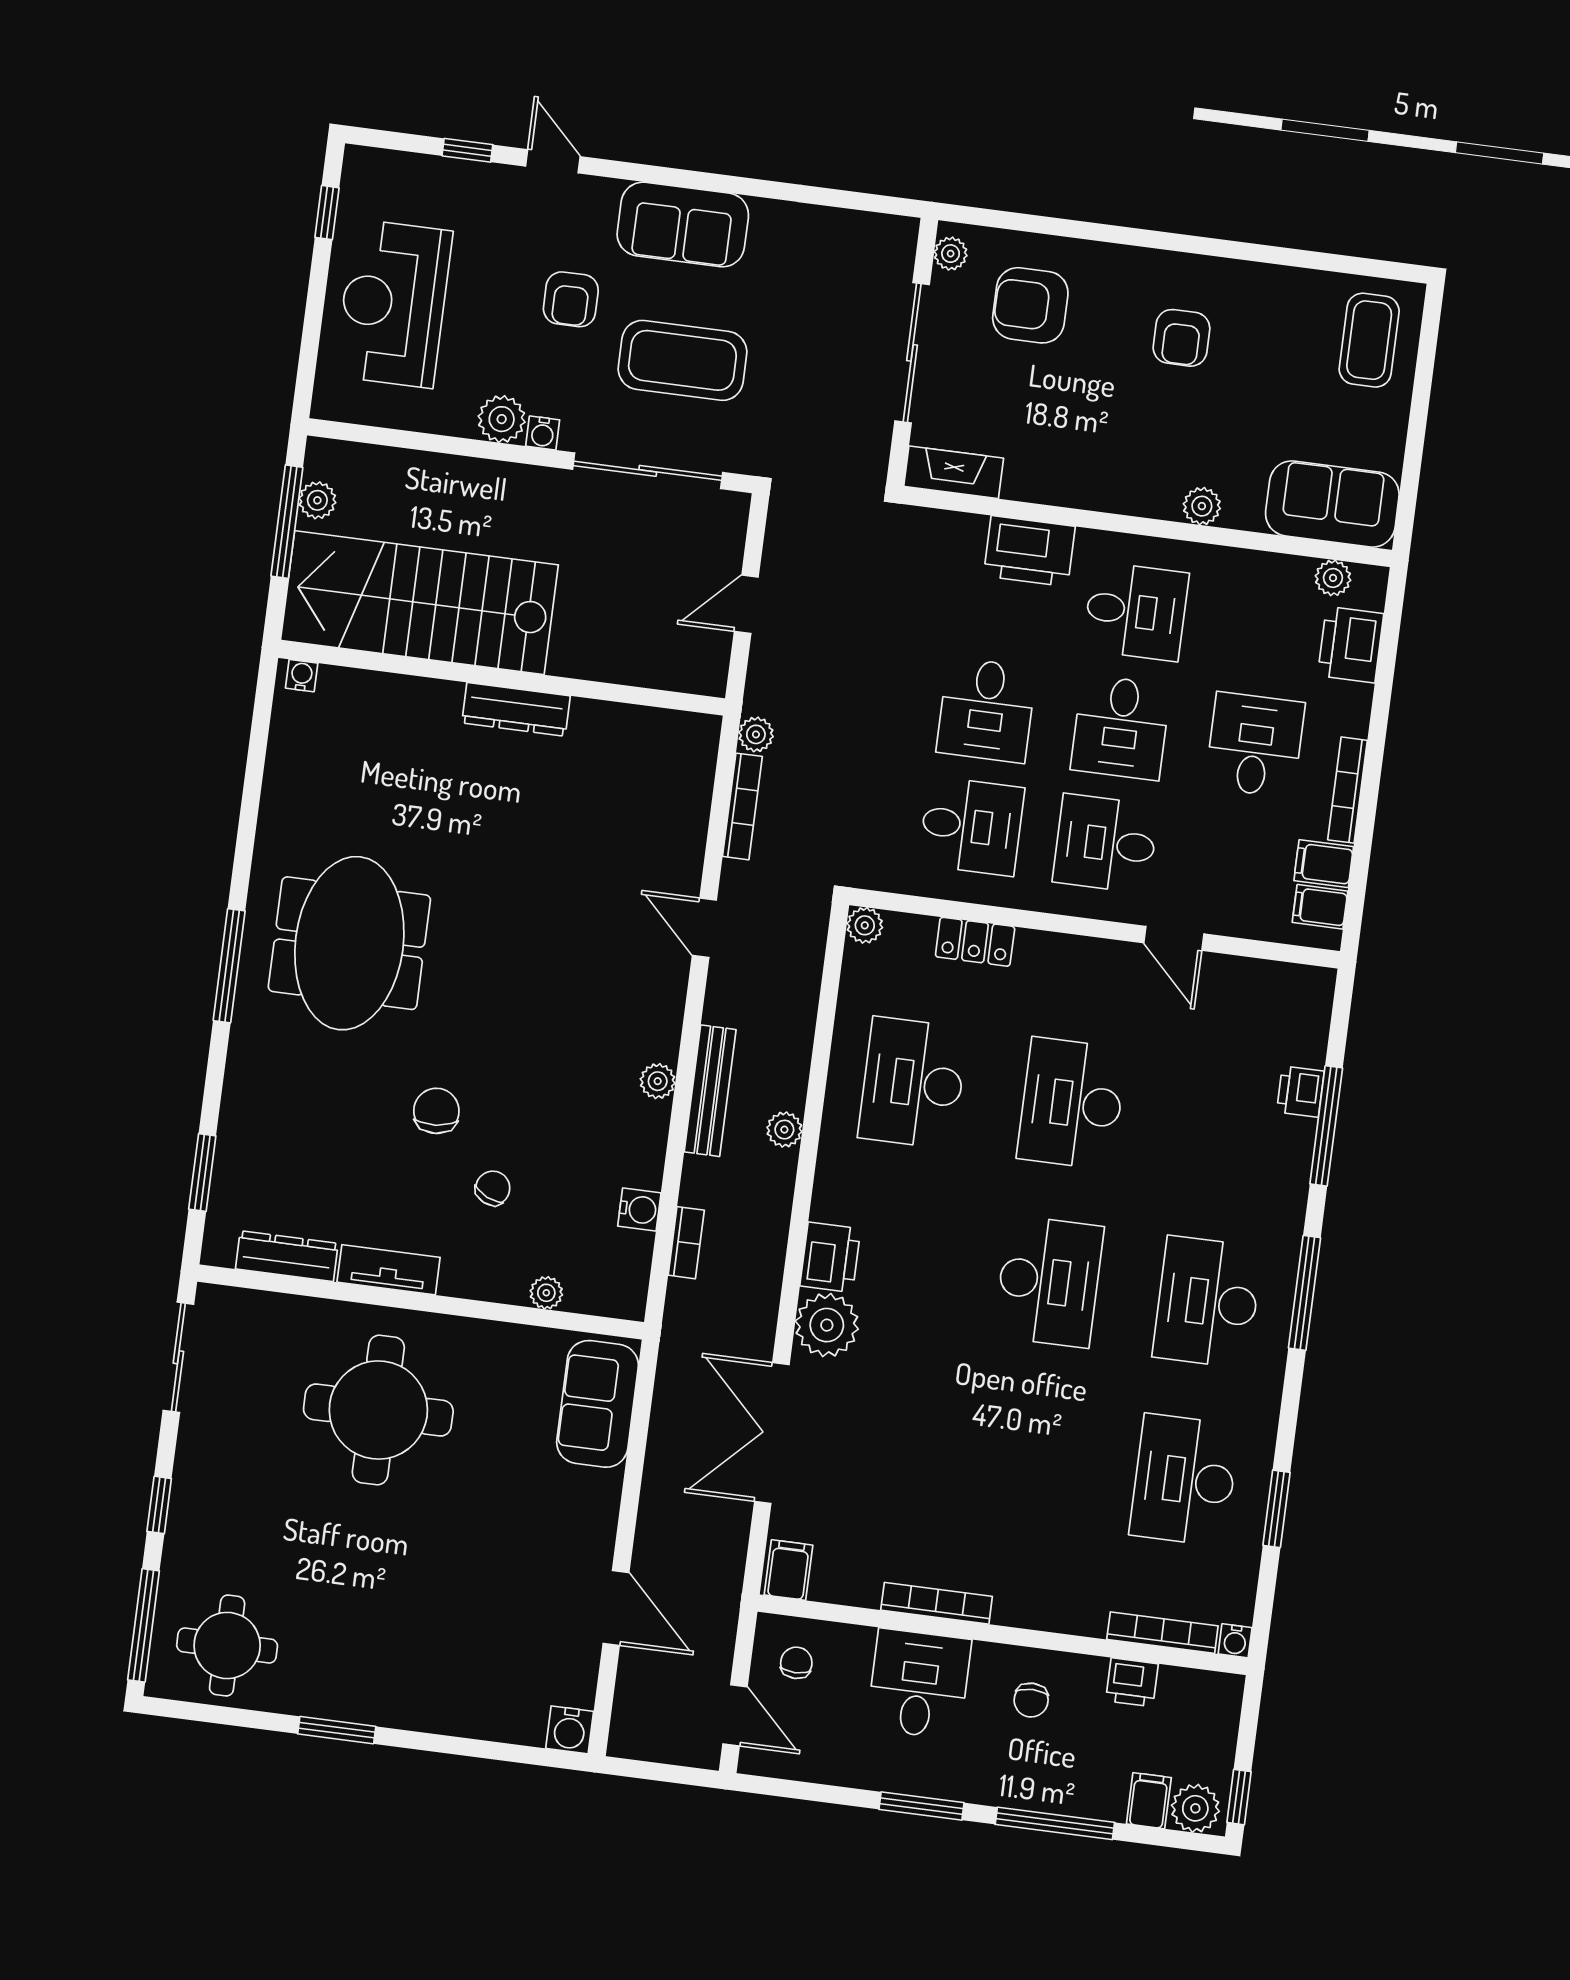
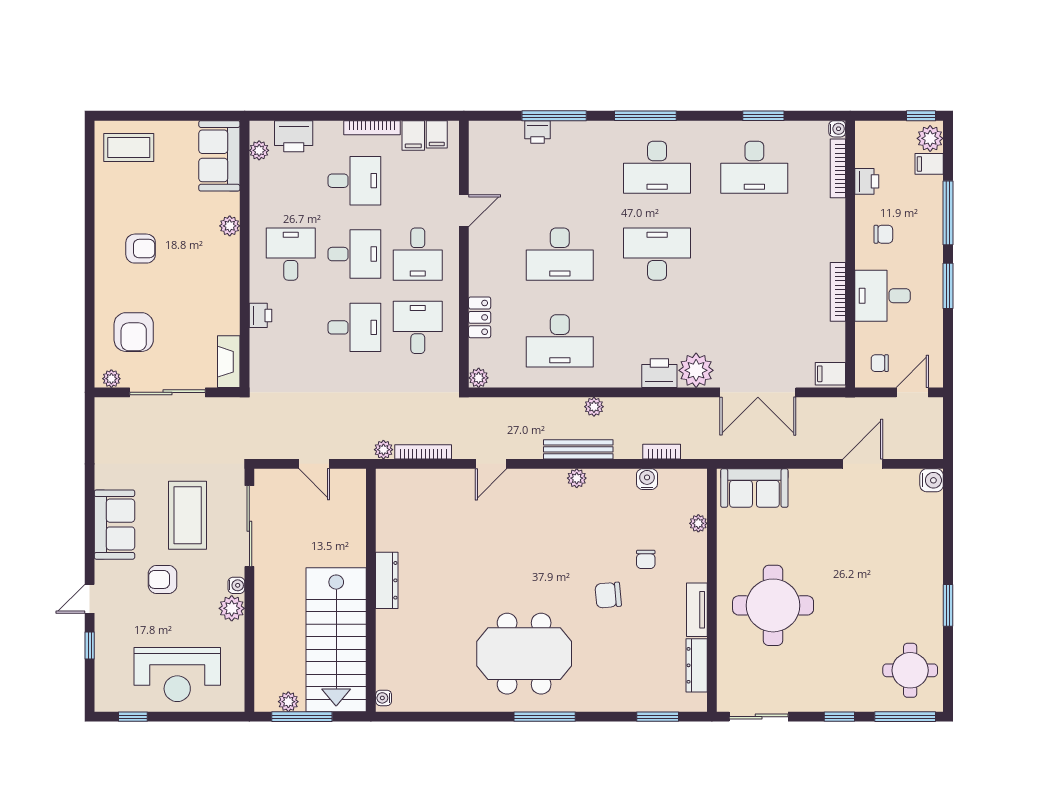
armchair: (571, 299) -> (163, 579), turned 180
printer: (1029, 551) -> (261, 315), width x0.53, depth x0.68
desk: (1255, 745) -> (354, 181), turned 180
chair: (493, 1188) -> (646, 559), turned -115

